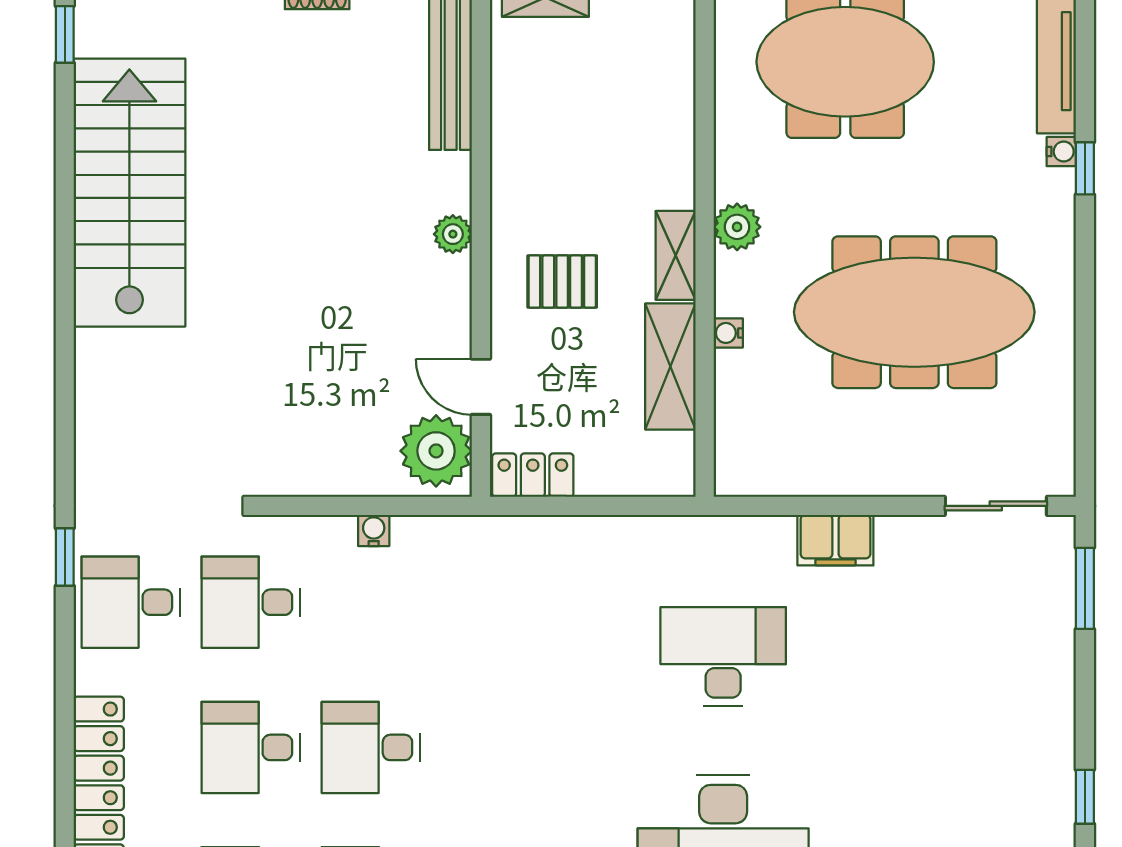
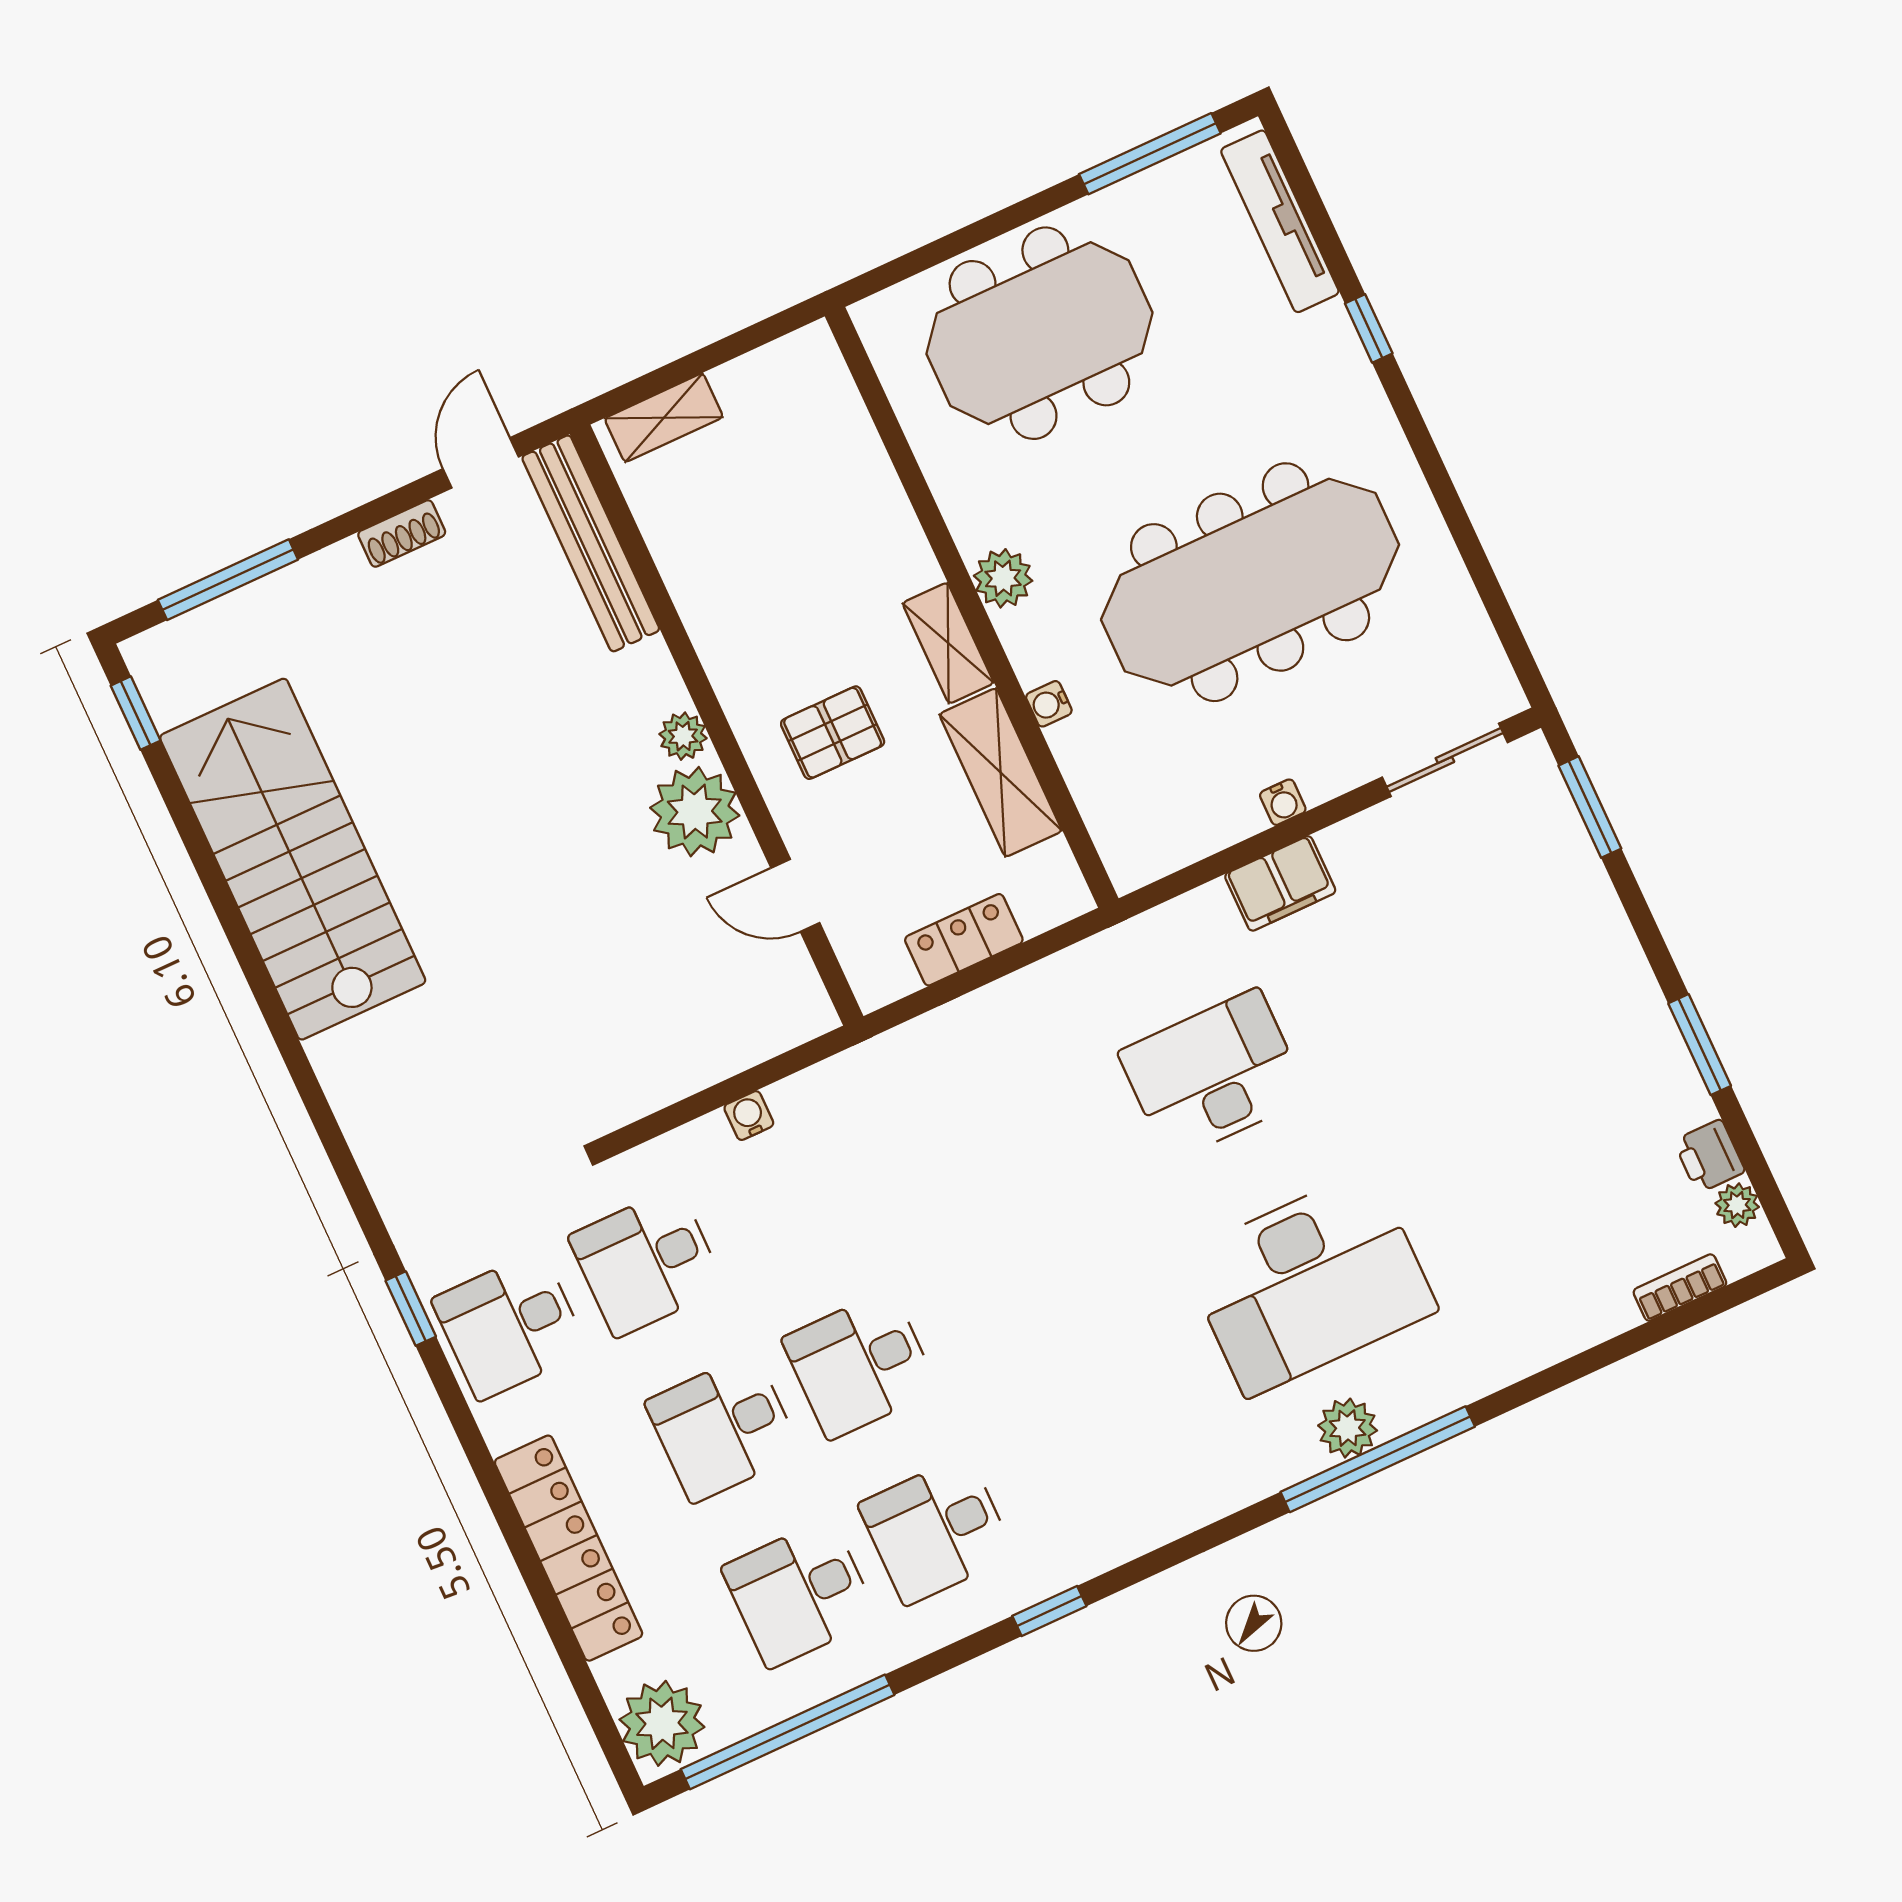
water cooler: (1061, 152) -> (1283, 802), moved, turned 90
plant: (436, 451) -> (695, 812), moved
locker: (533, 475) -> (964, 940), moved
window: (1085, 797) -> (1700, 1045), width x1.50

